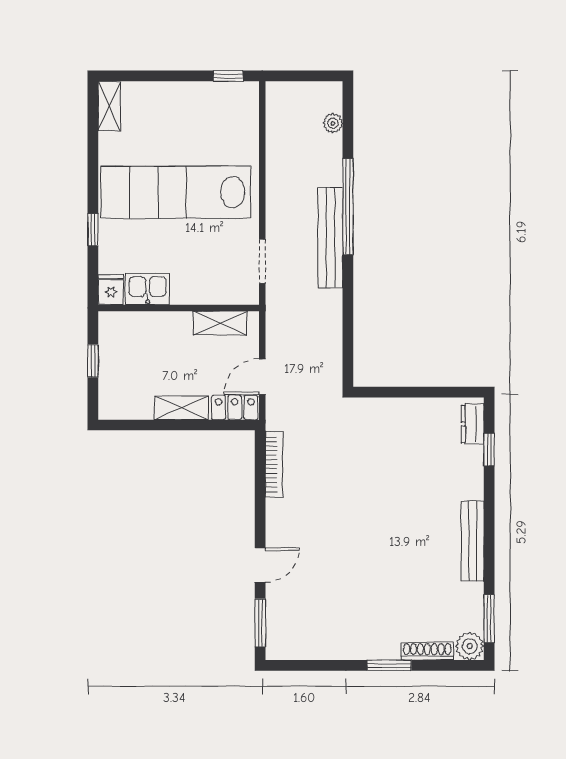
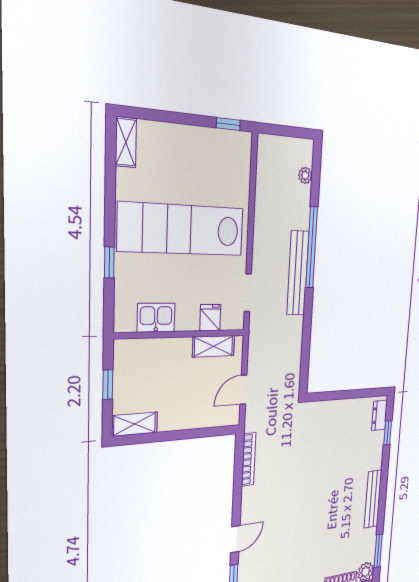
fridge: (111, 290) -> (210, 318), moved
locker: (235, 407) -> (222, 417), removed
shelving: (182, 408) -> (135, 424), moved

